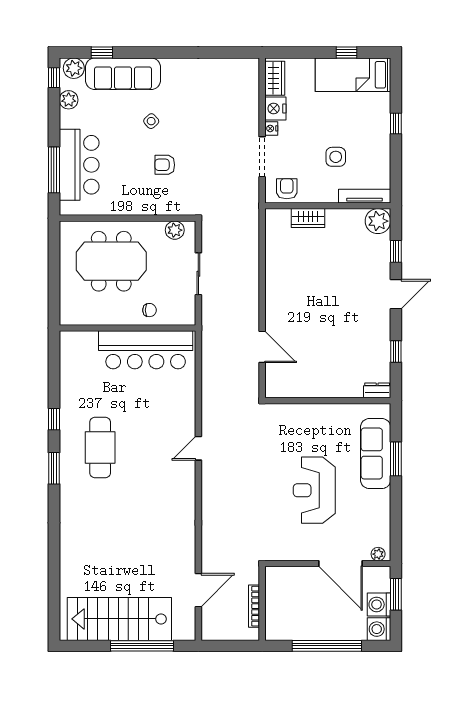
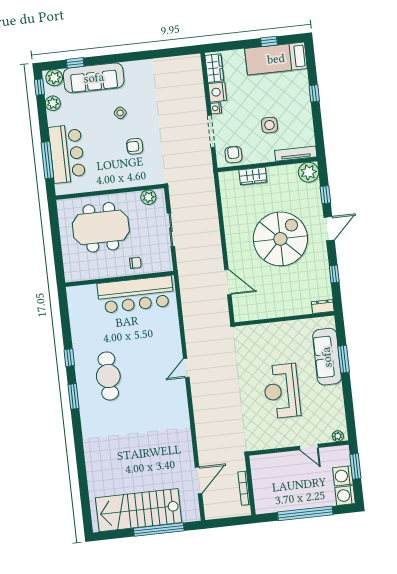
spiral stairs: (334, 300) -> (280, 239), added
door: (340, 564) -> (309, 447), width x0.53

